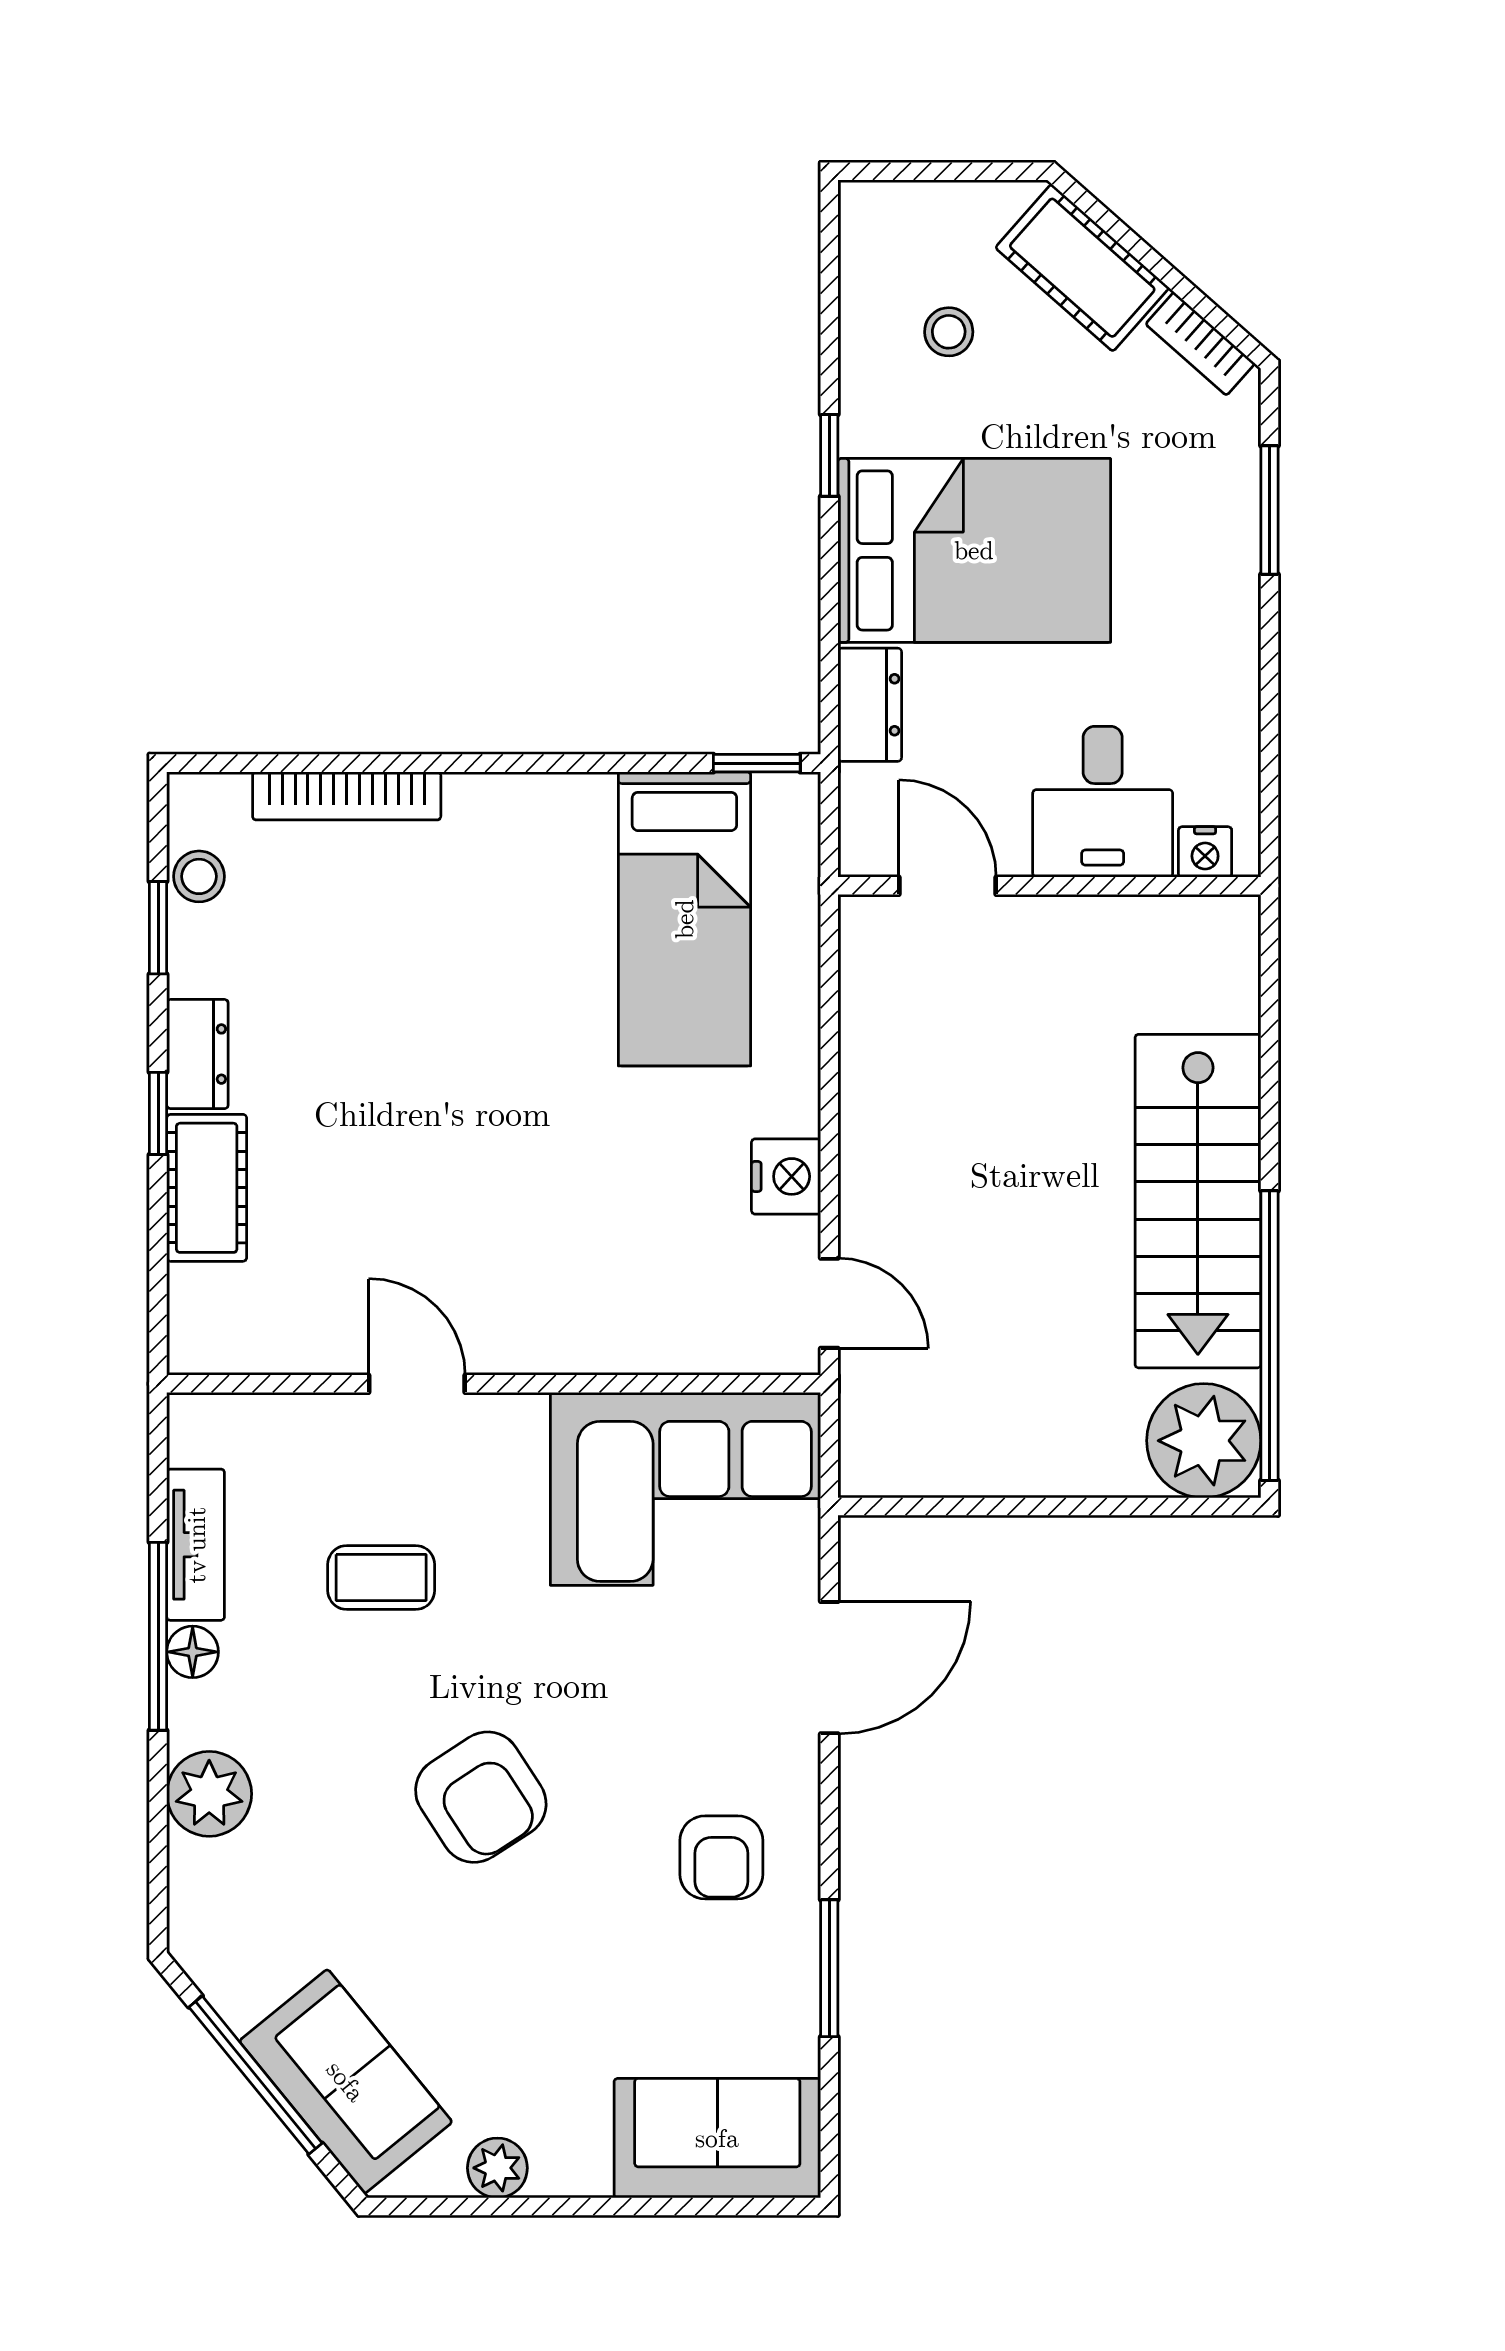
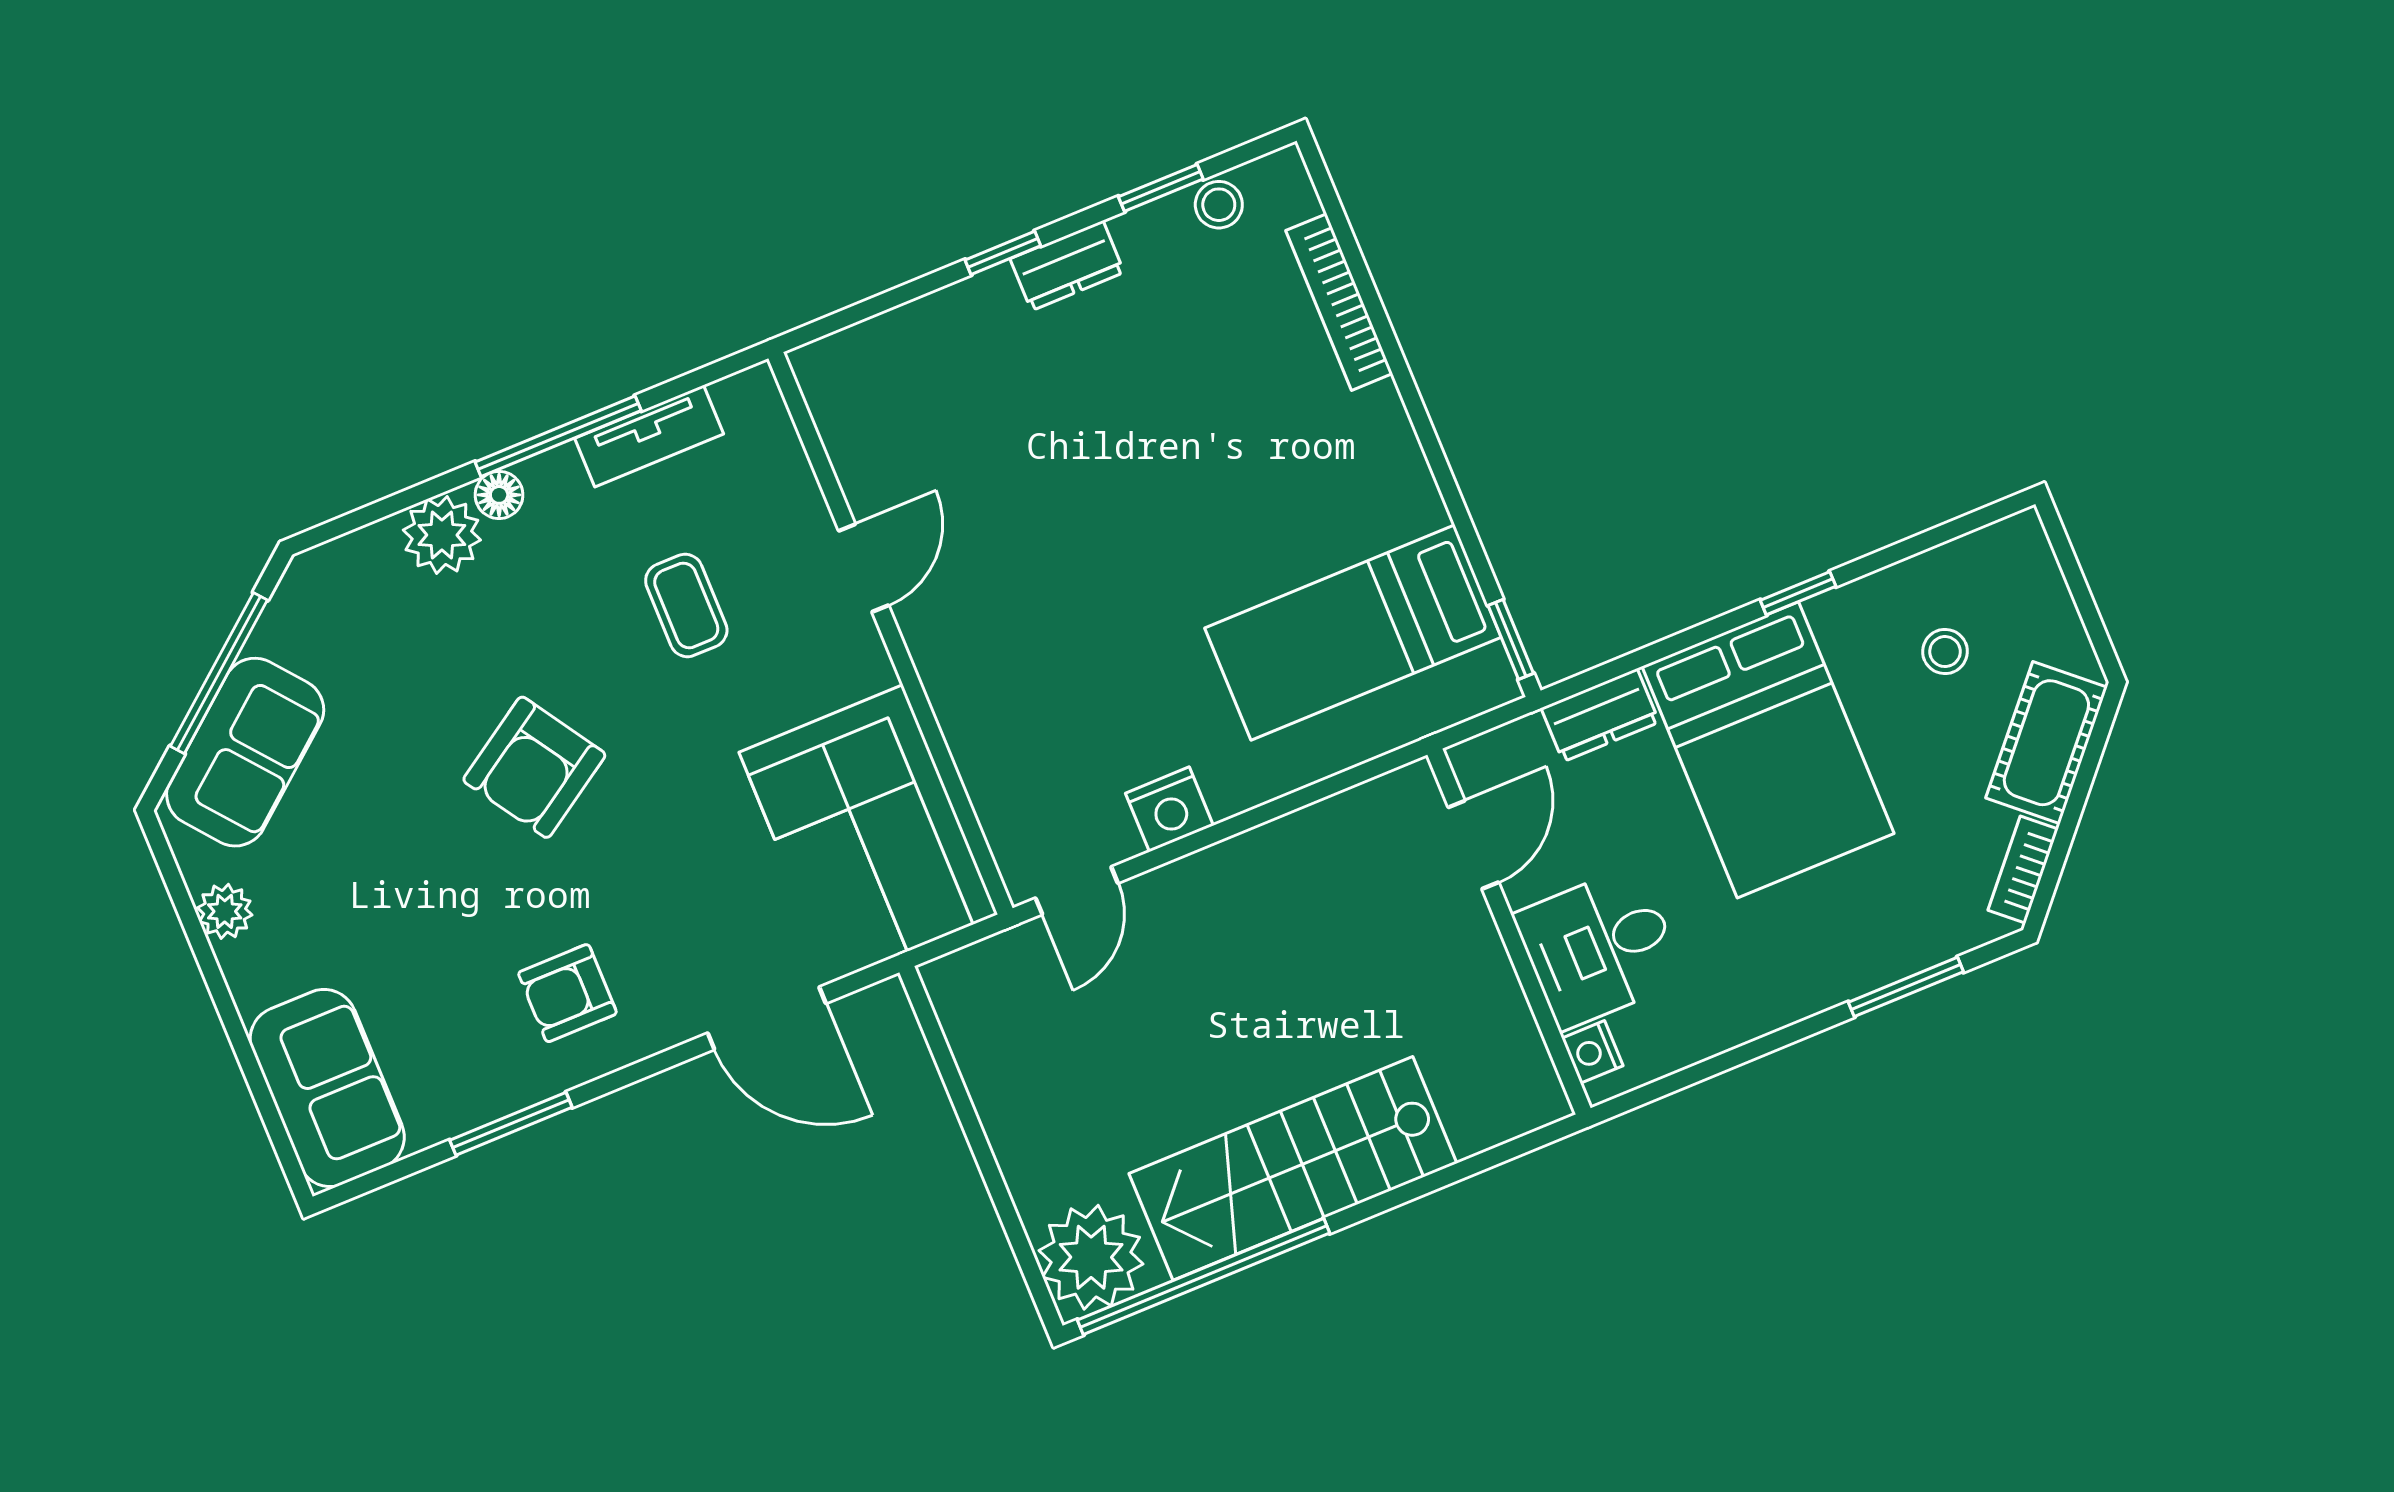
cot: (207, 1188) -> (957, 320), removed
floor lamp: (193, 1652) -> (499, 495), moved

